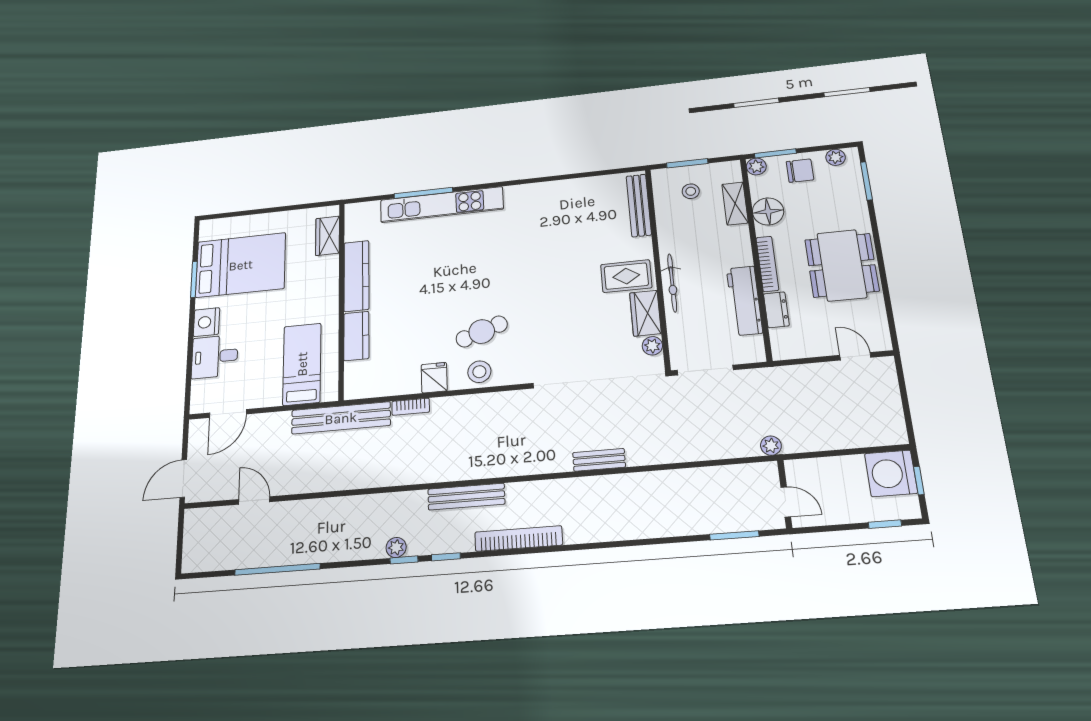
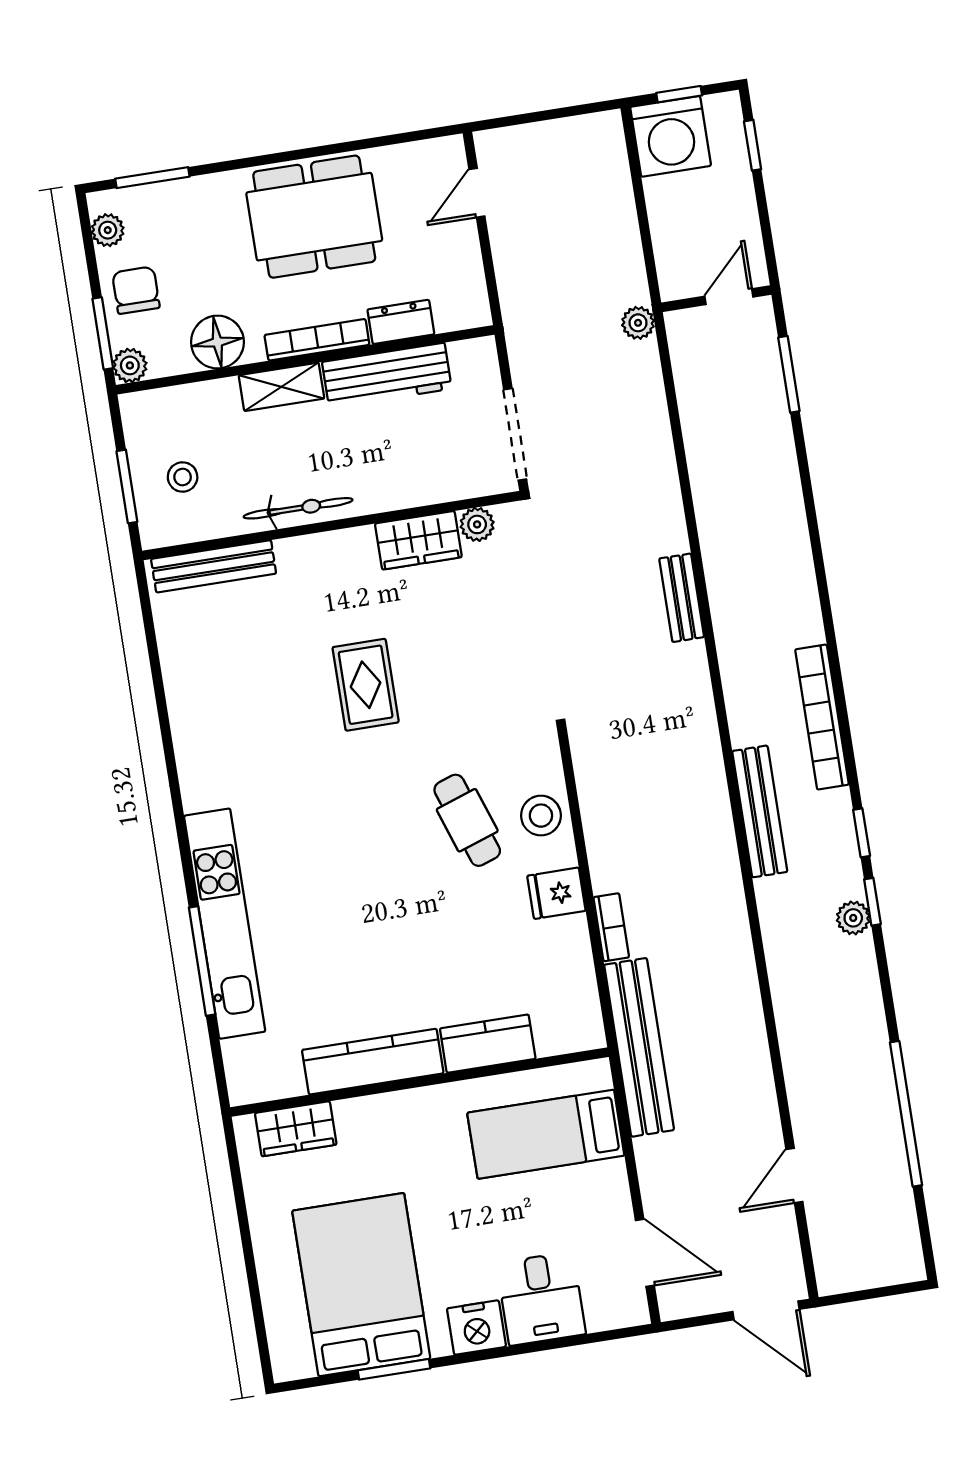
shelving: (735, 204) -> (281, 387), moved
rug: (626, 276) -> (366, 685), moved
bicycle: (672, 283) -> (298, 508), moved

